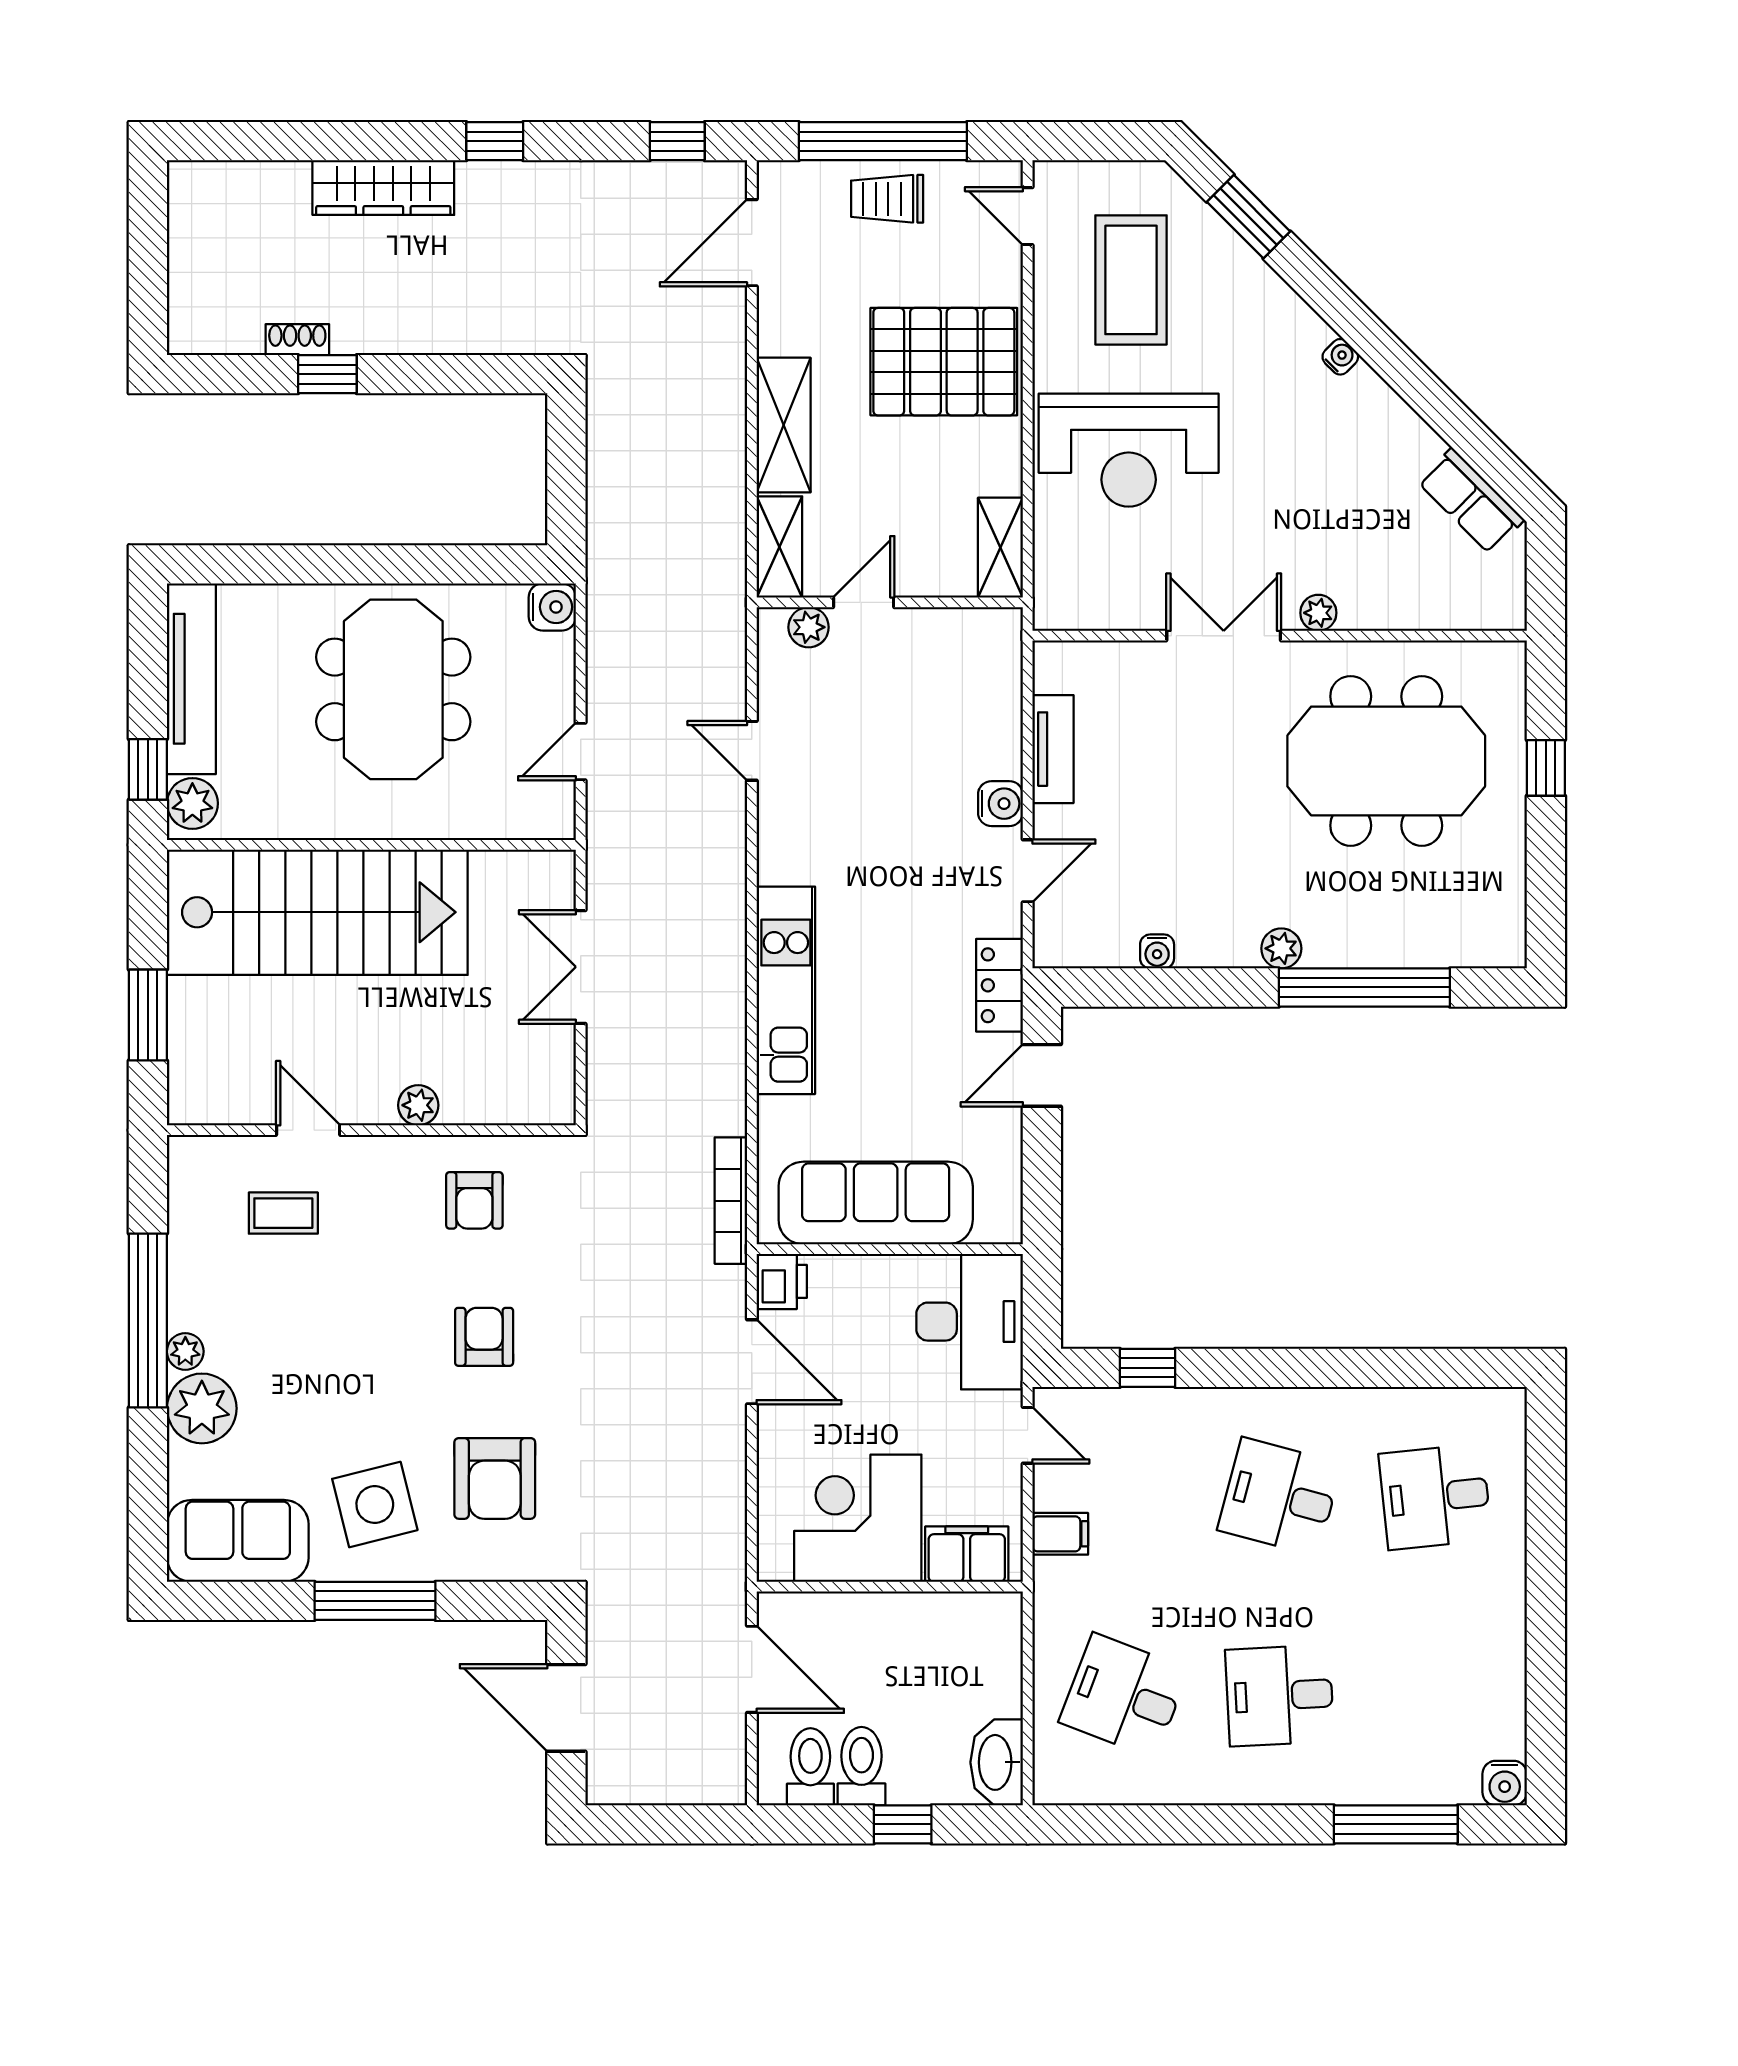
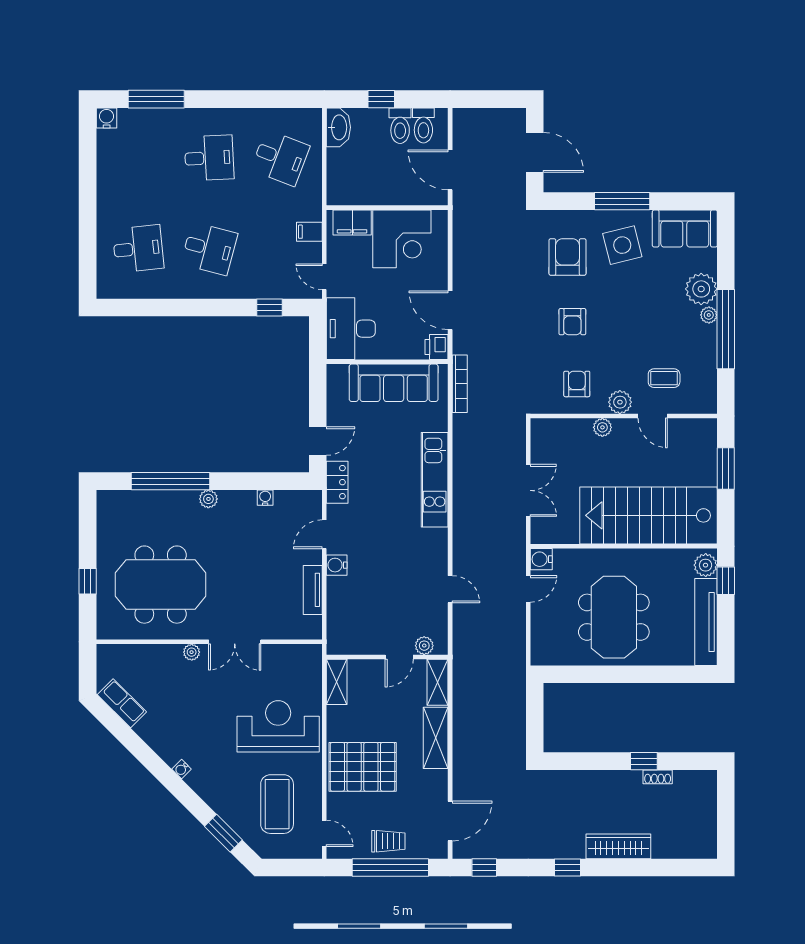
water cooler: (552, 607) -> (541, 559), moved
plant: (380, 1161) -> (620, 402), added

